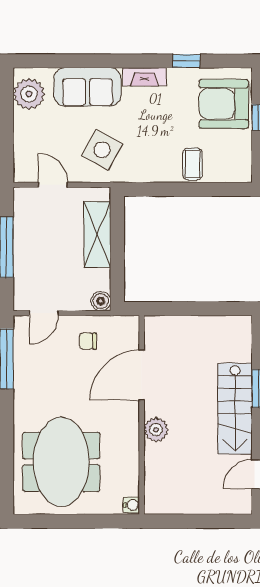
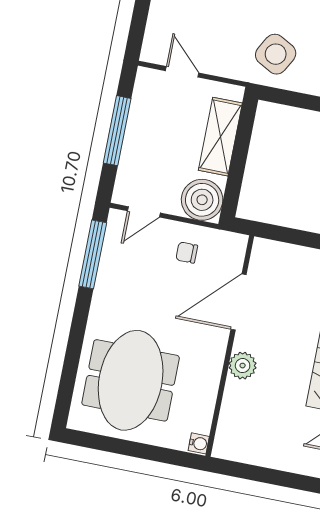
side table: (102, 150) -> (276, 54), moved
boiler: (101, 301) -> (202, 200), width x1.86, depth x1.86

